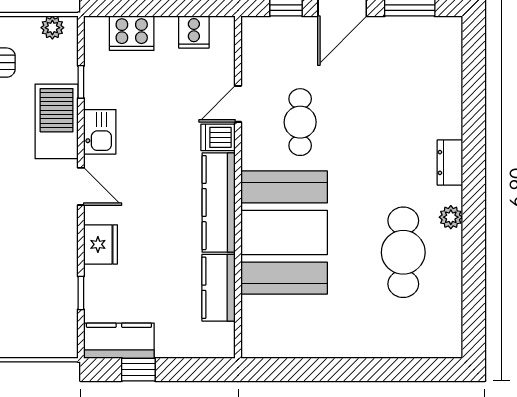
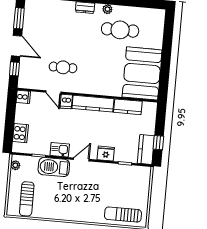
cooker: (194, 32) -> (23, 97), moved
booth: (284, 233) -> (142, 73), moved, turned 90

